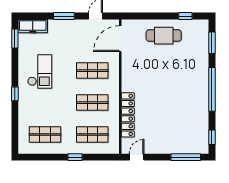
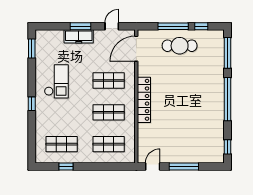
window: (157, 16) -> (173, 26), added
freezer: (33, 26) -> (79, 36), moved
window: (212, 43) -> (228, 53), width x1.44
locker: (128, 115) -> (144, 100), moved
window: (75, 157) -> (66, 167), moved
window: (186, 157) -> (184, 167), moved

